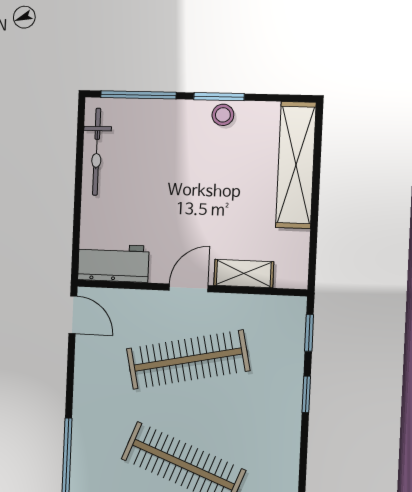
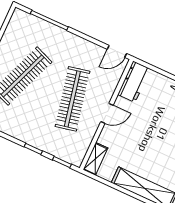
shelving: (244, 274) -> (95, 159), moved
door: (189, 288) -> (107, 113), hinge flipped

